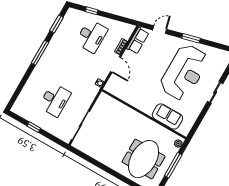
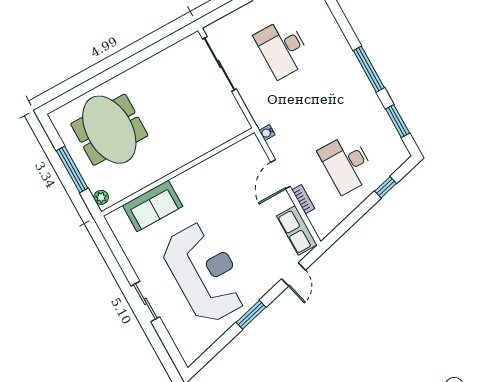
door: (116, 64) -> (281, 174), hinge flipped
reception desk: (184, 72) -> (205, 273), turned 180

